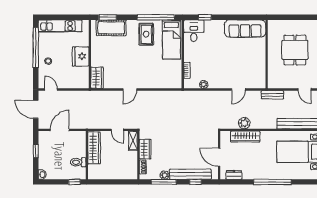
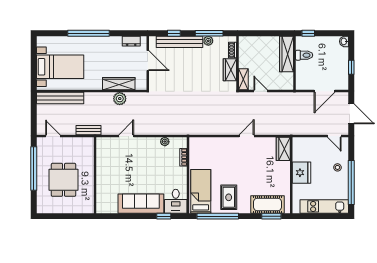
sofa: (245, 29) -> (141, 204), moved
wardrobe: (94, 148) -> (287, 54), moved

